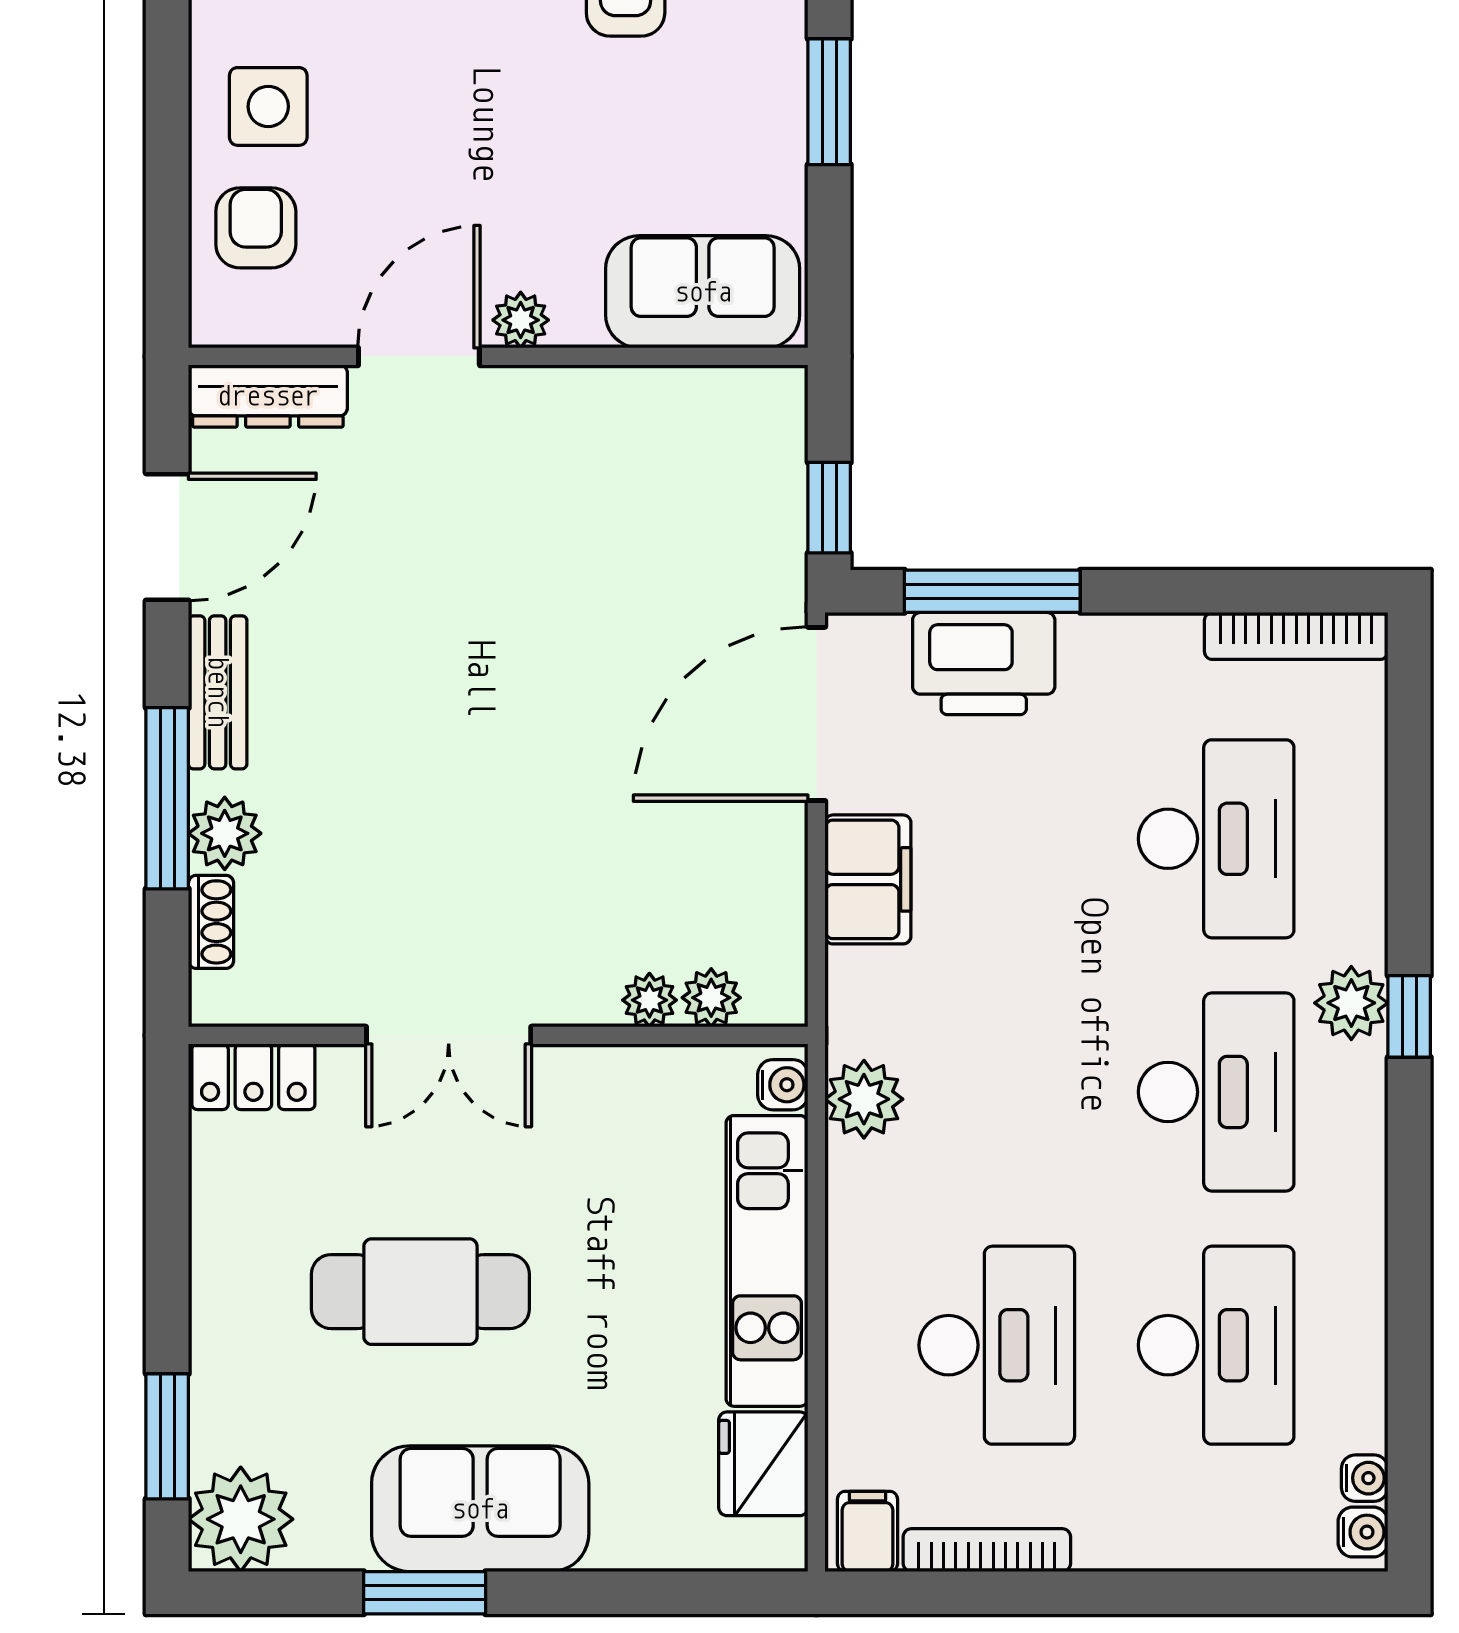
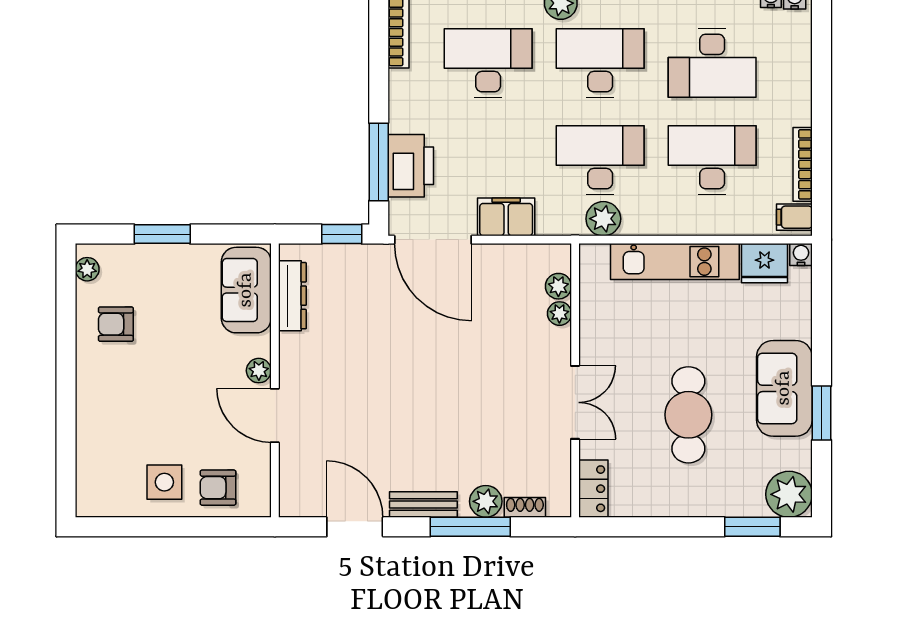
dresser: (268, 396) -> (292, 296), moved
water cooler: (783, 1085) -> (801, 255), moved
desk: (997, 1092) -> (600, 160), added
desk: (1216, 1345) -> (712, 63), turned 180

